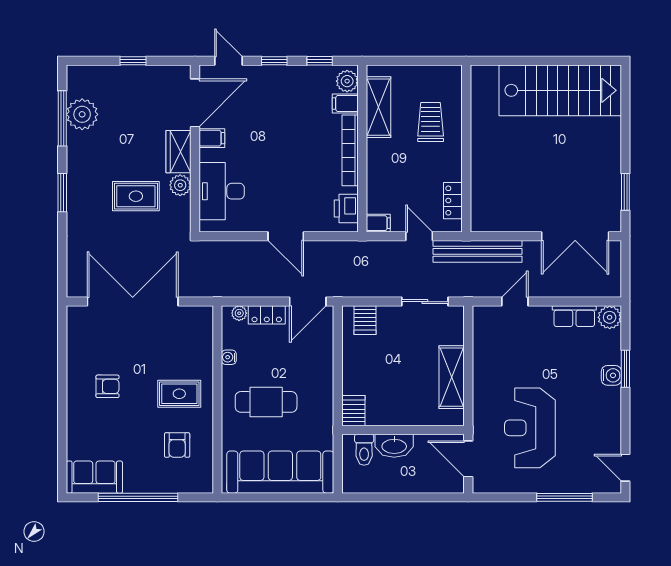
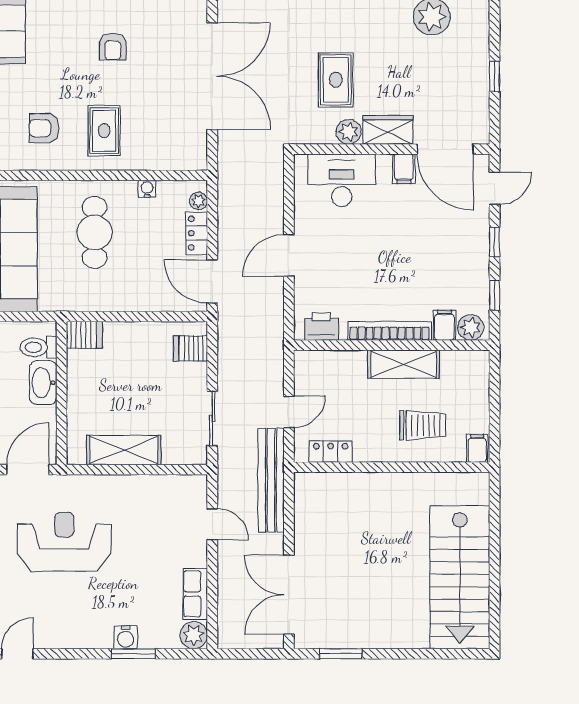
shelving: (378, 107) -> (404, 364), moved
filing cabinet: (378, 223) -> (477, 448), moved, turned 180

